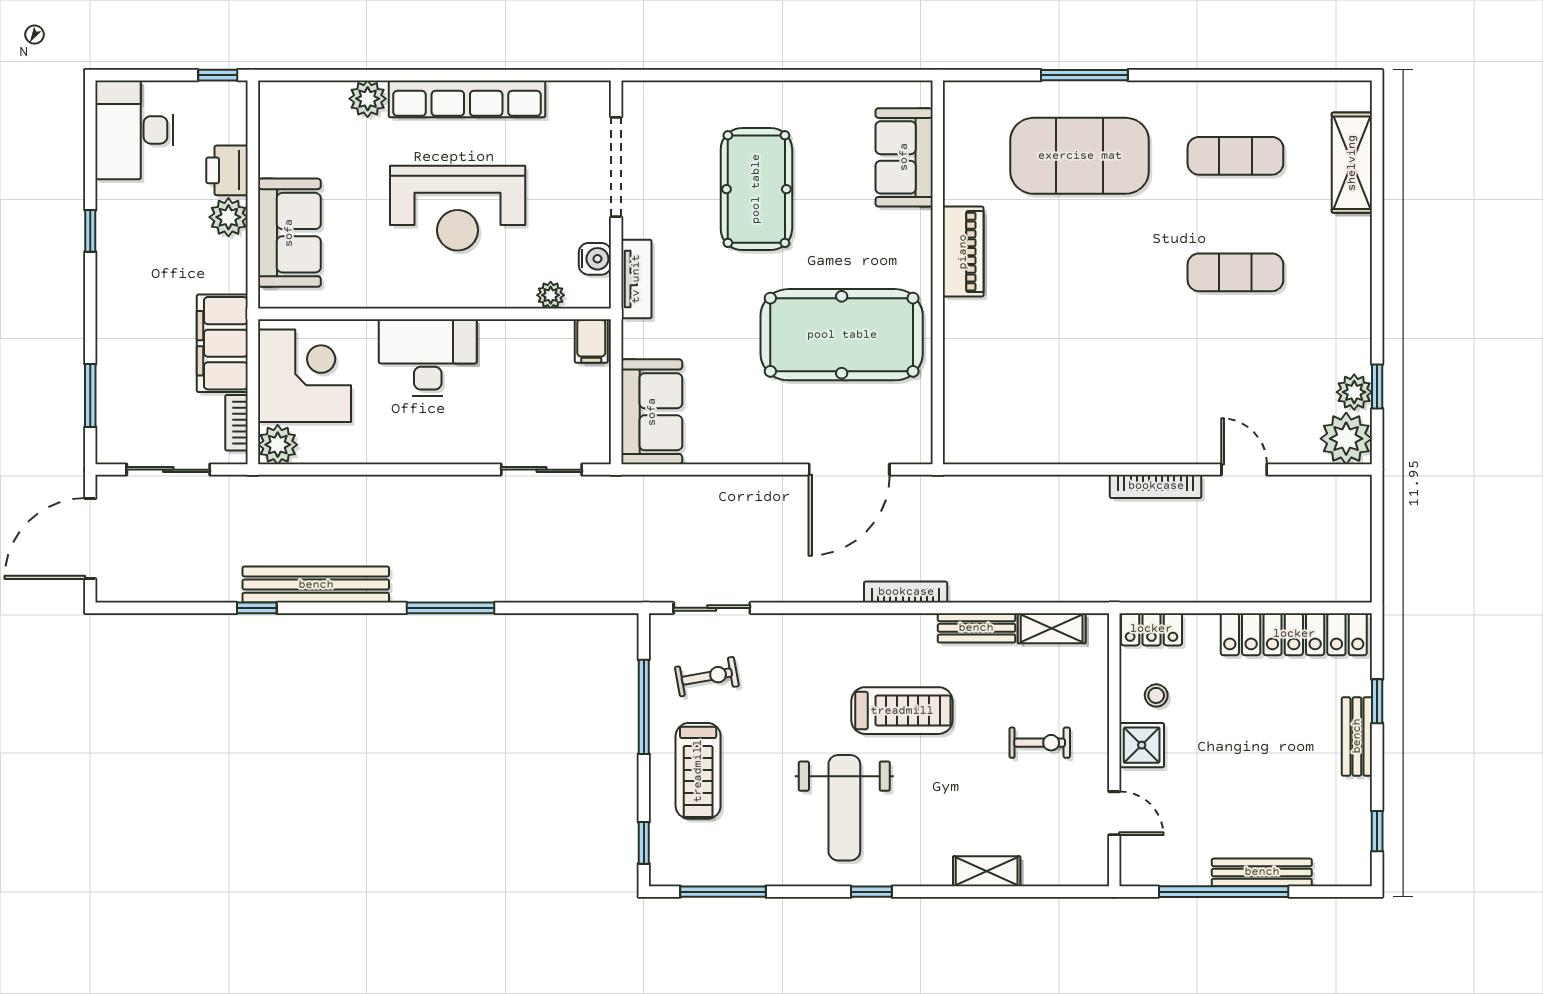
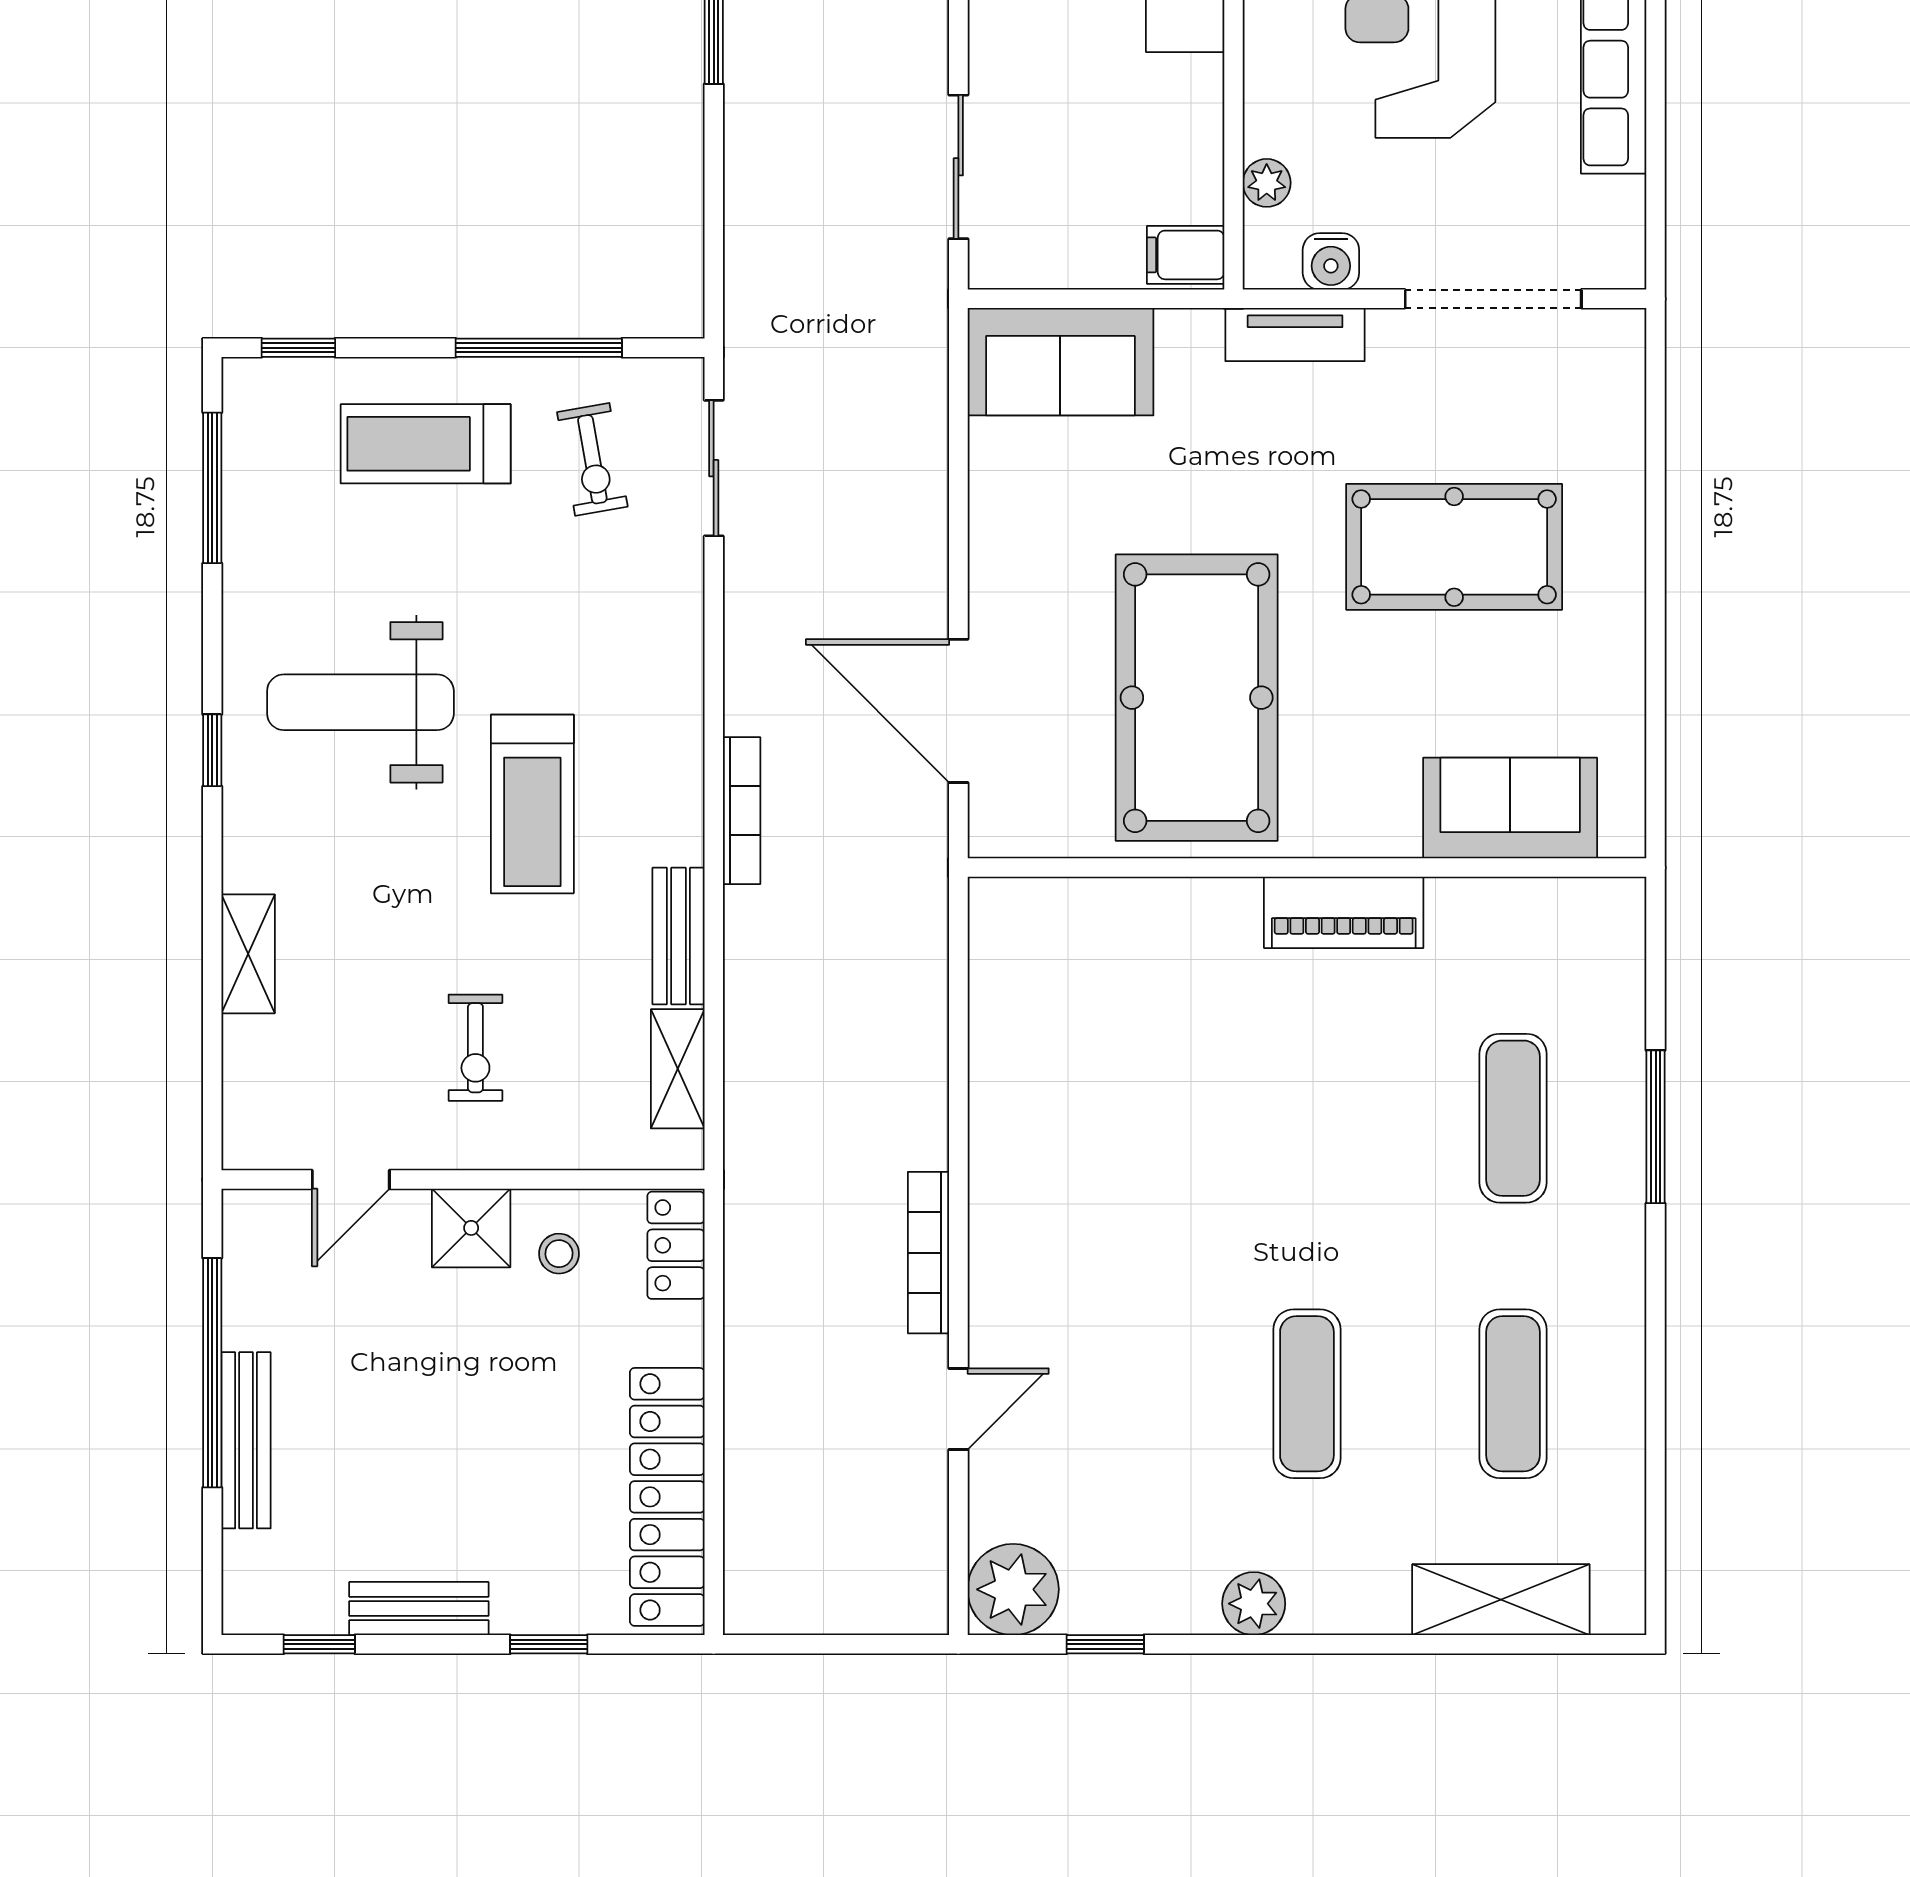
exercise mat: (1080, 156) -> (1513, 1118), width x0.50, depth x0.69
plant: (1354, 392) -> (1254, 1604), moved
bench: (1357, 736) -> (419, 1609), moved

